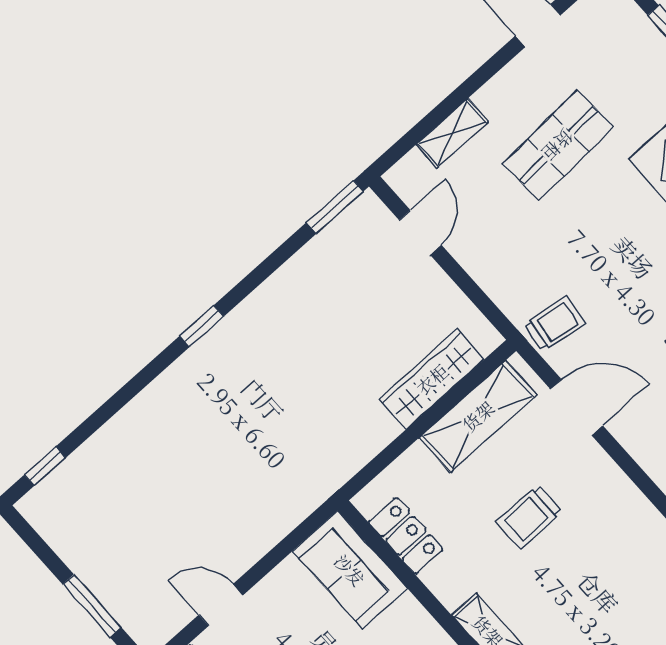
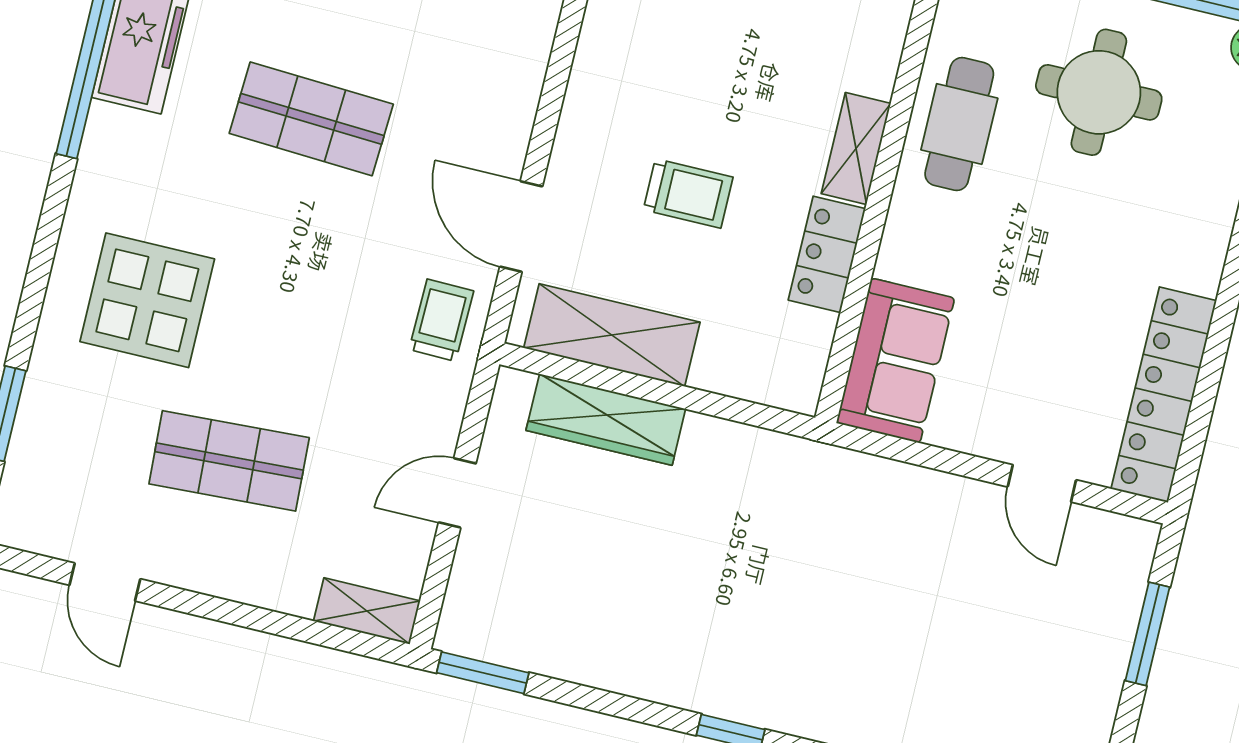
shelving: (452, 133) -> (367, 611), moved
door: (420, 233) -> (457, 493), moved
trolley: (555, 324) -> (441, 320), turned 83
locker: (406, 536) -> (827, 254), moved

